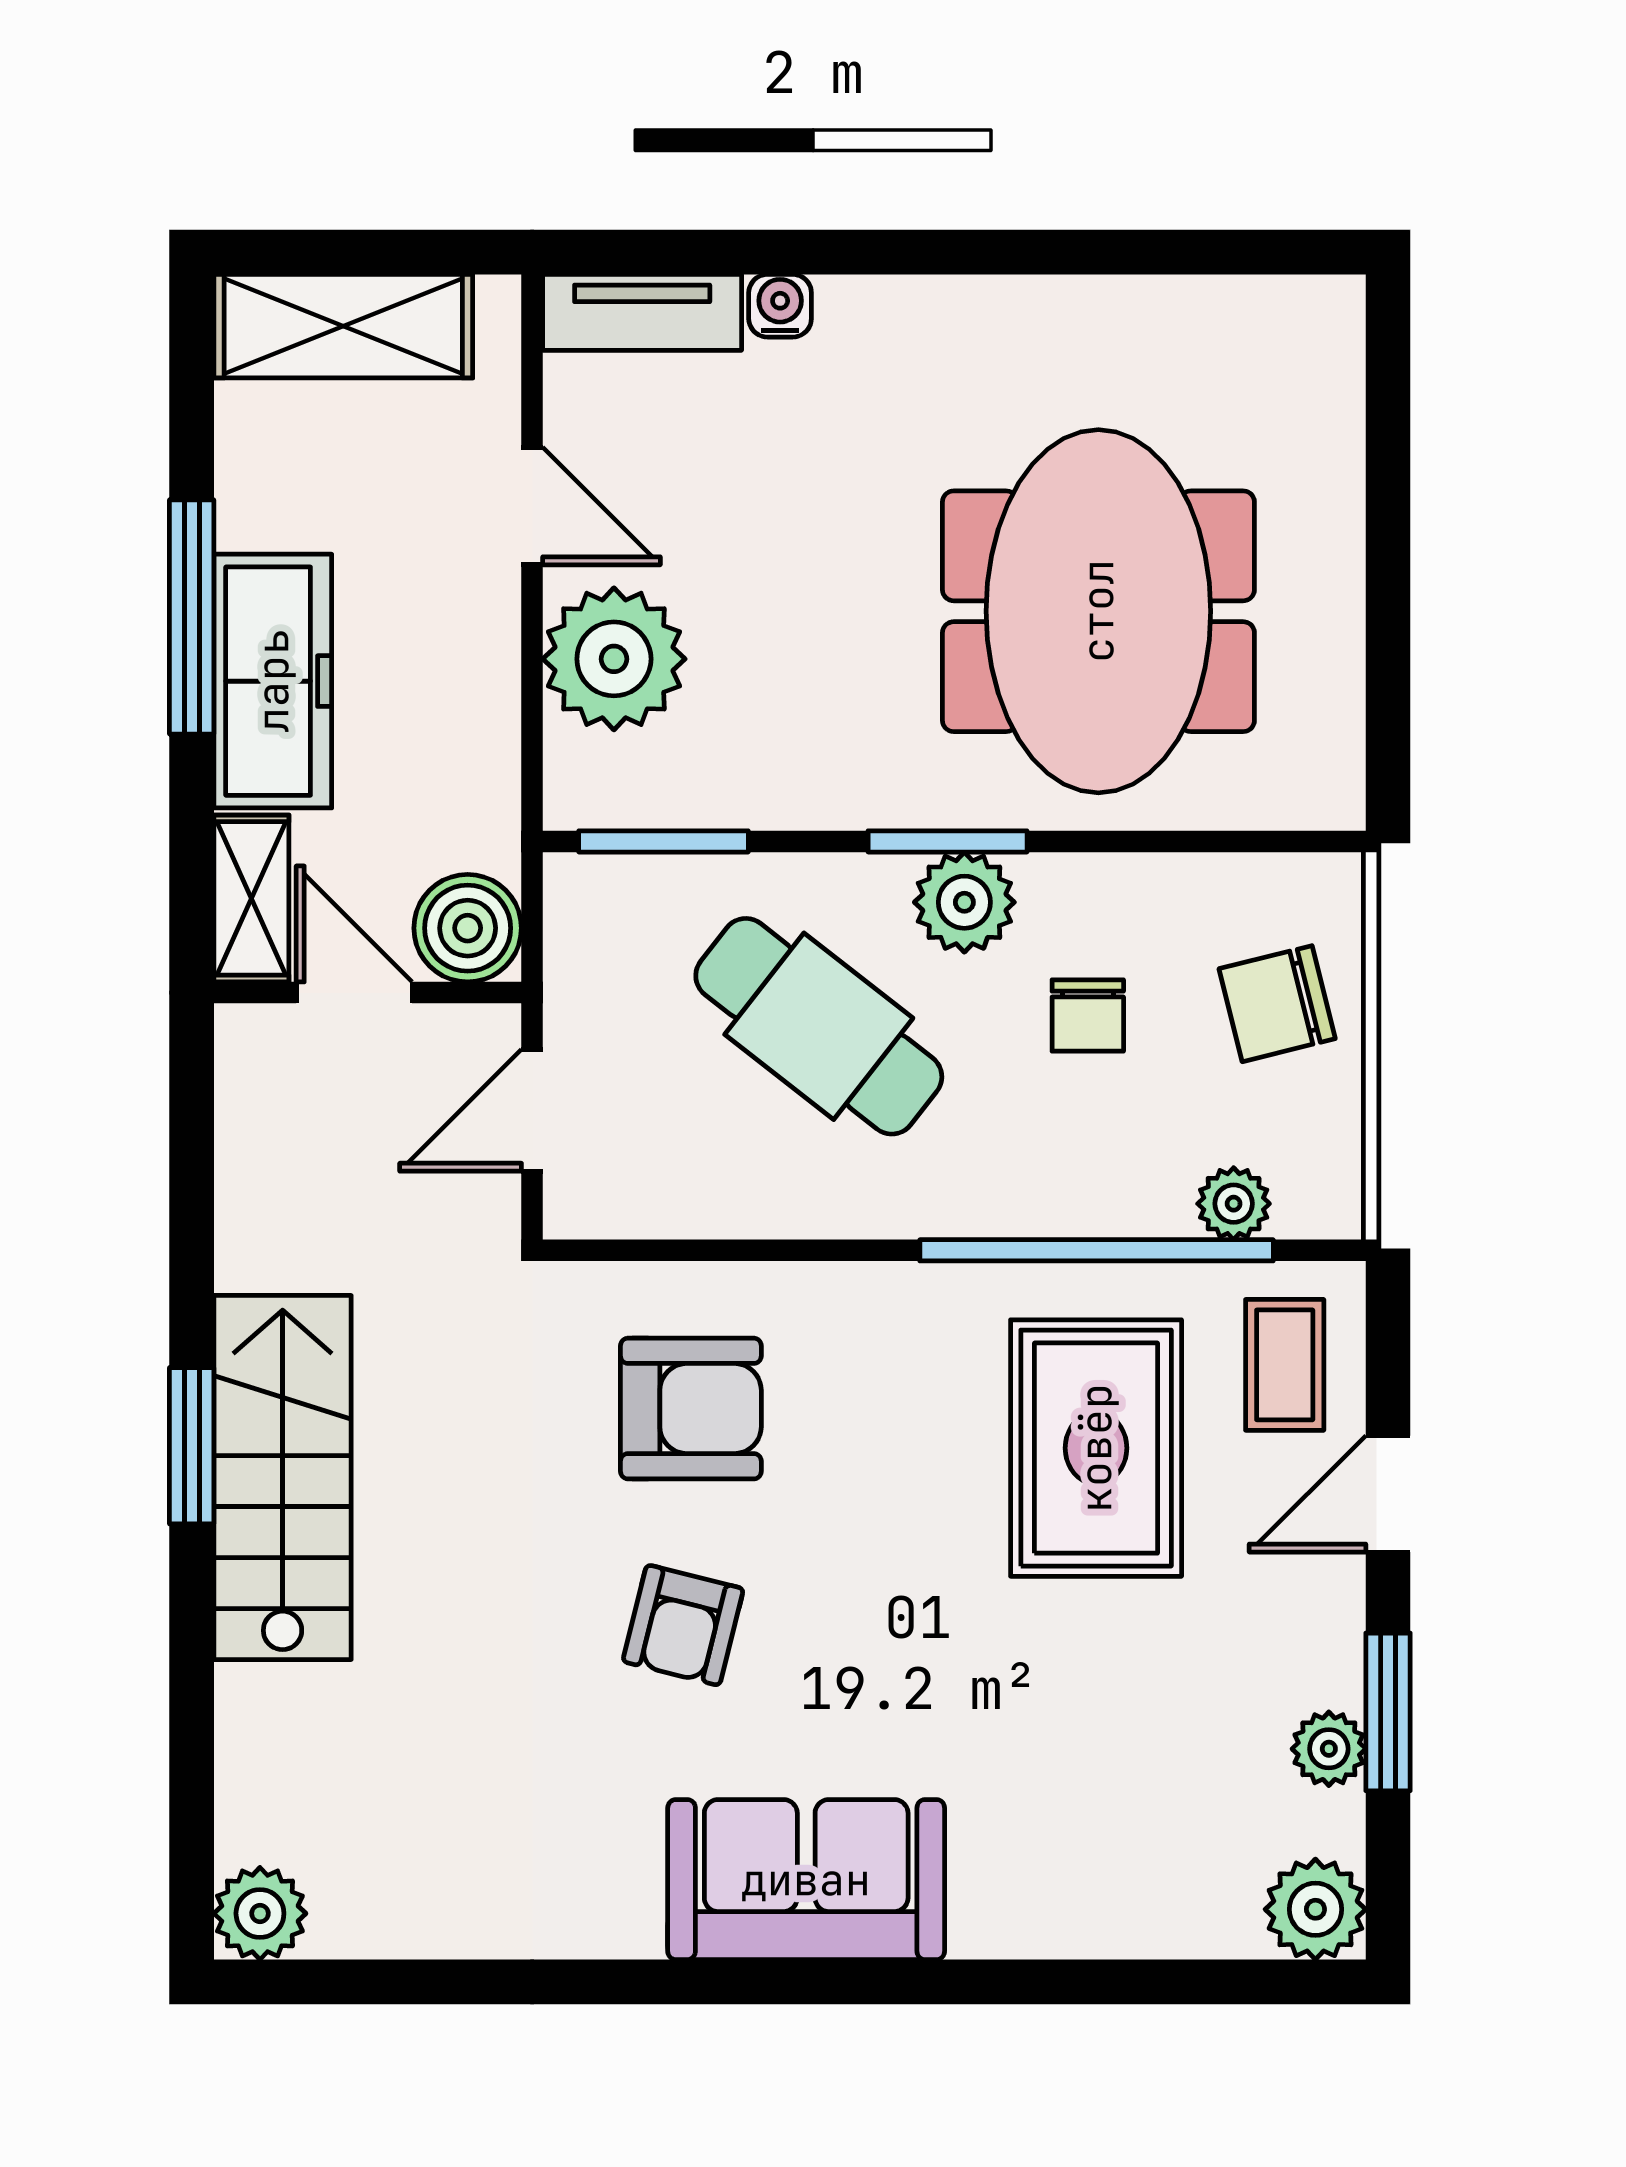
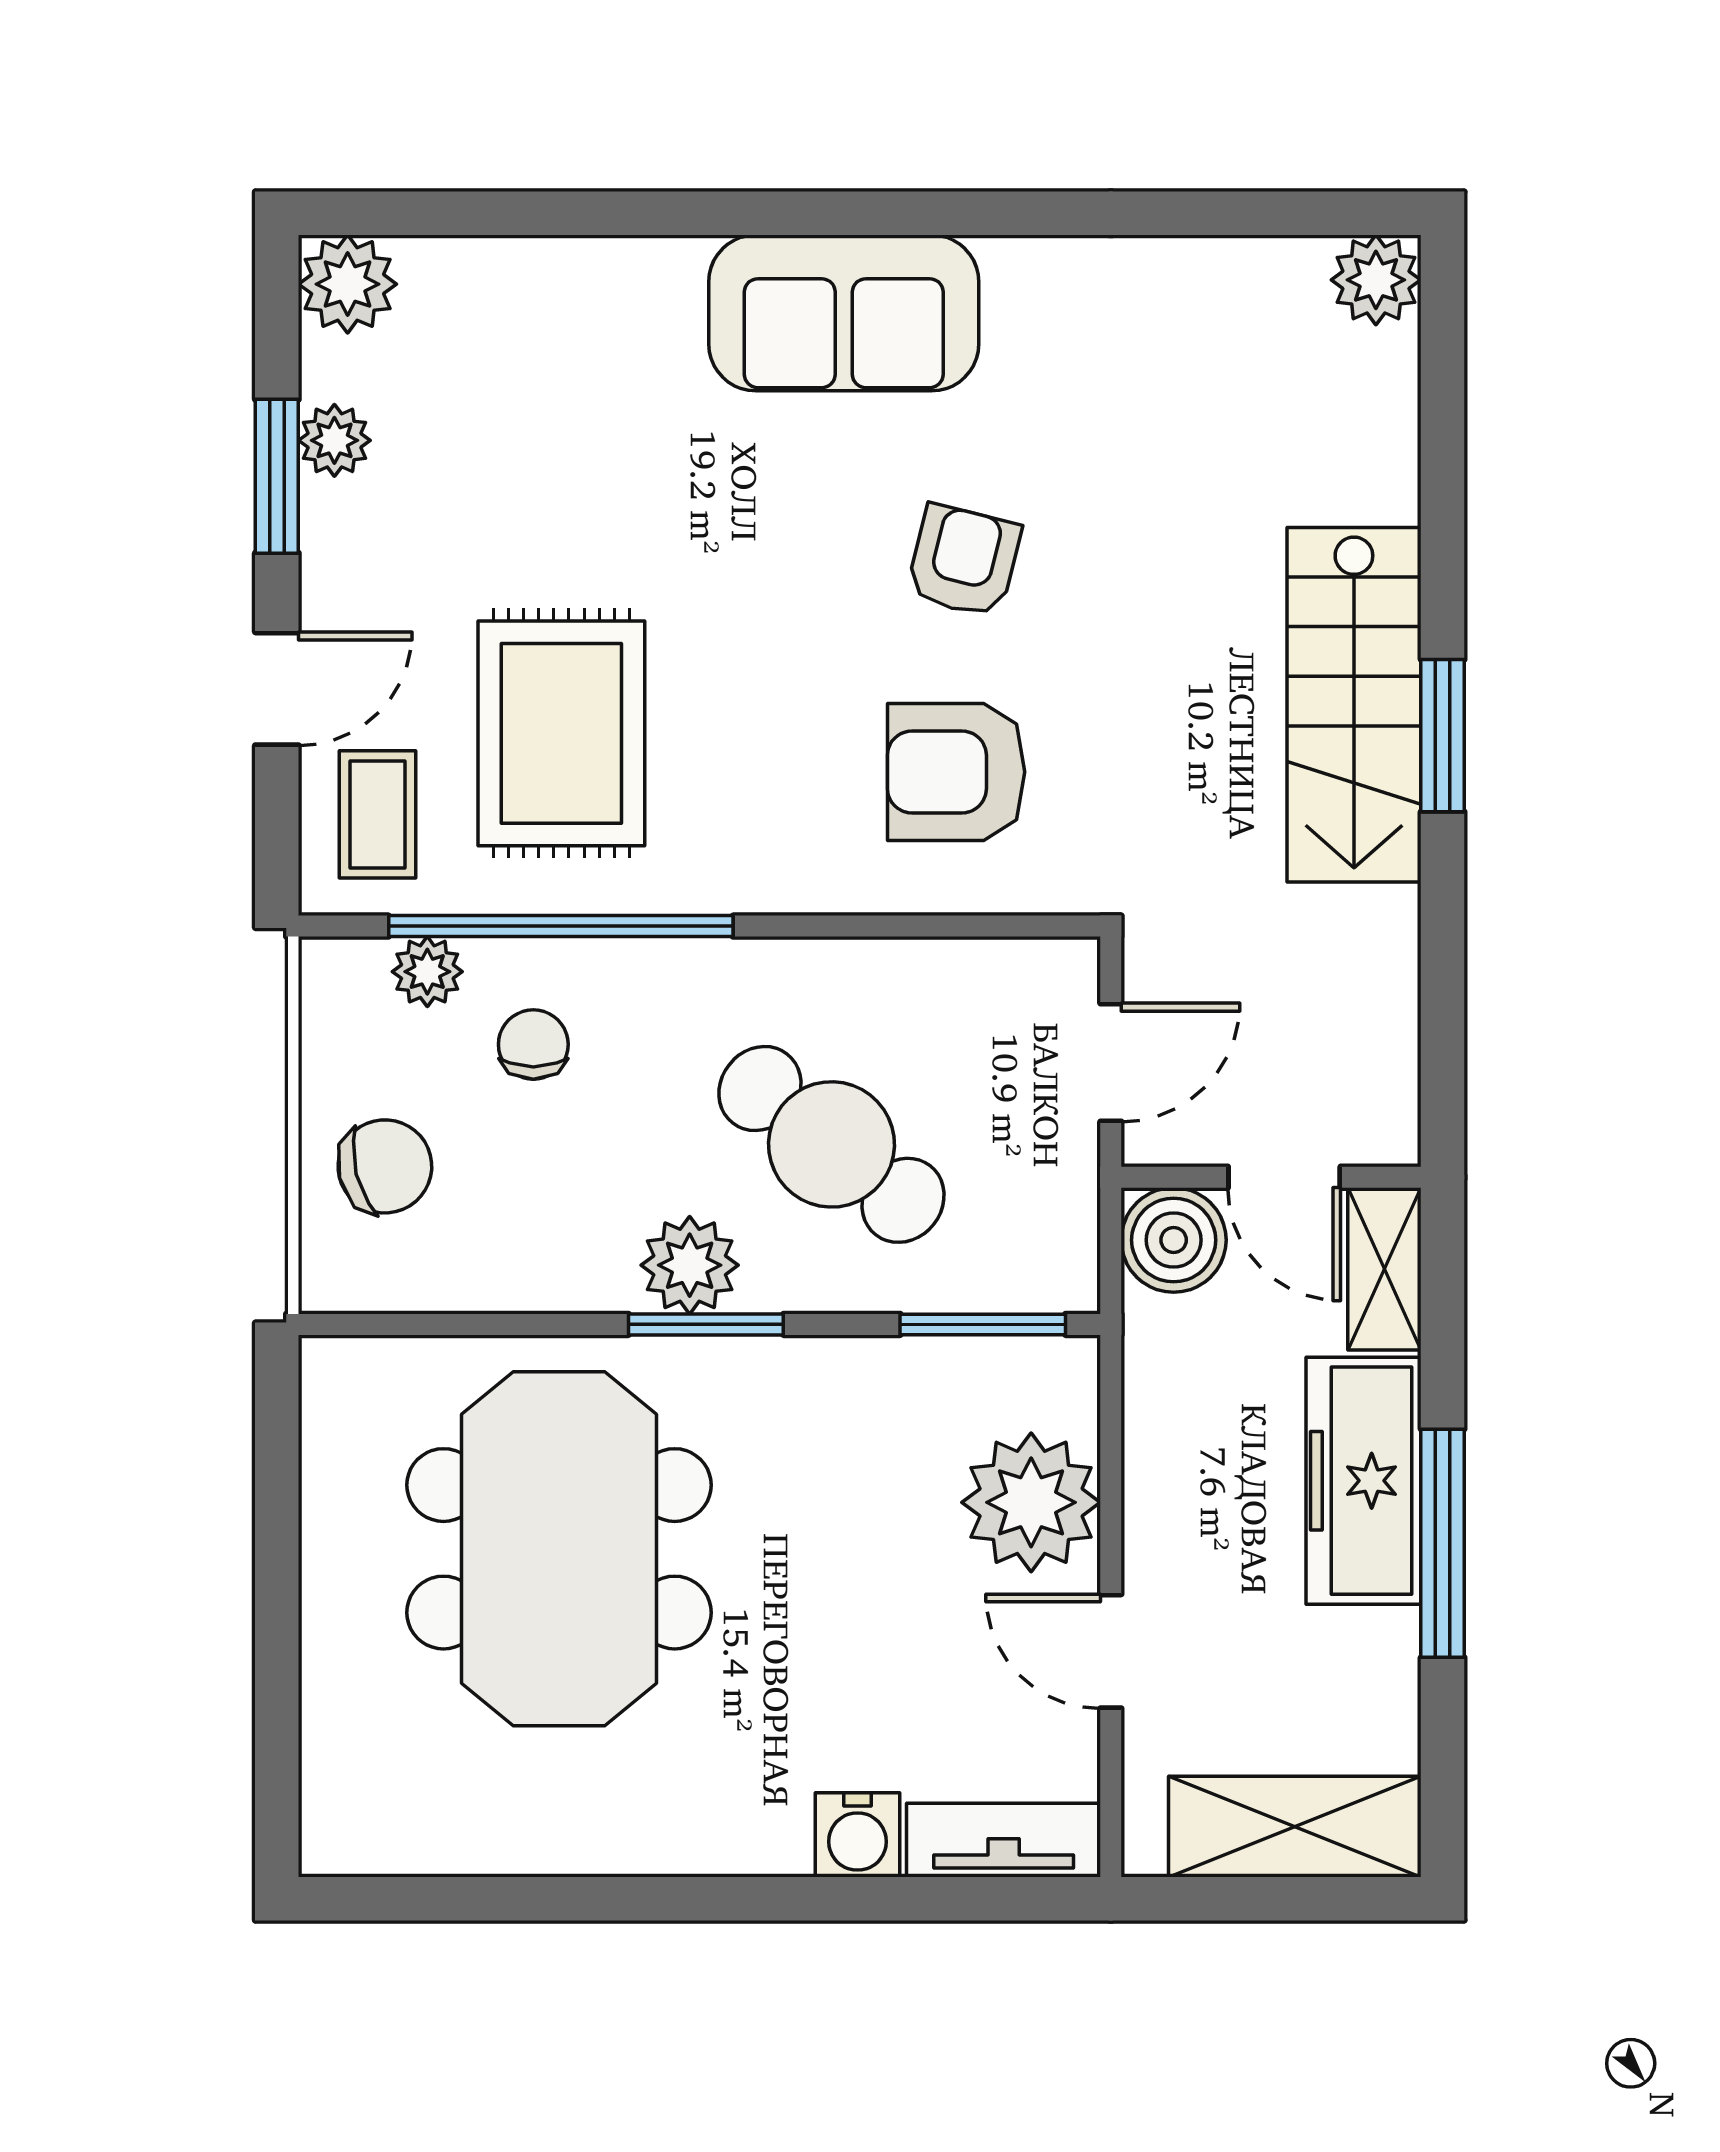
water cooler: (780, 306) -> (858, 1835), width x1.38, depth x1.38
chair: (1088, 1016) -> (533, 1044), moved

